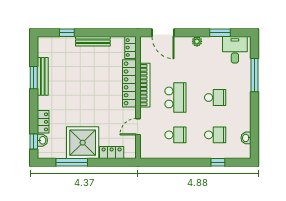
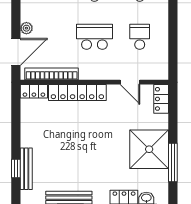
bench: (93, 41) -> (26, 169), moved
plant: (197, 41) -> (26, 28), moved
bookcase: (145, 85) -> (52, 74), moved
locker: (112, 153) -> (161, 99), moved

